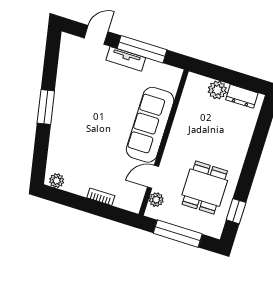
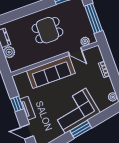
window: (142, 49) -> (17, 104), width x0.46
corner sofa: (75, 119) -> (75, 111), added
dining table: (205, 188) -> (47, 30), moved

